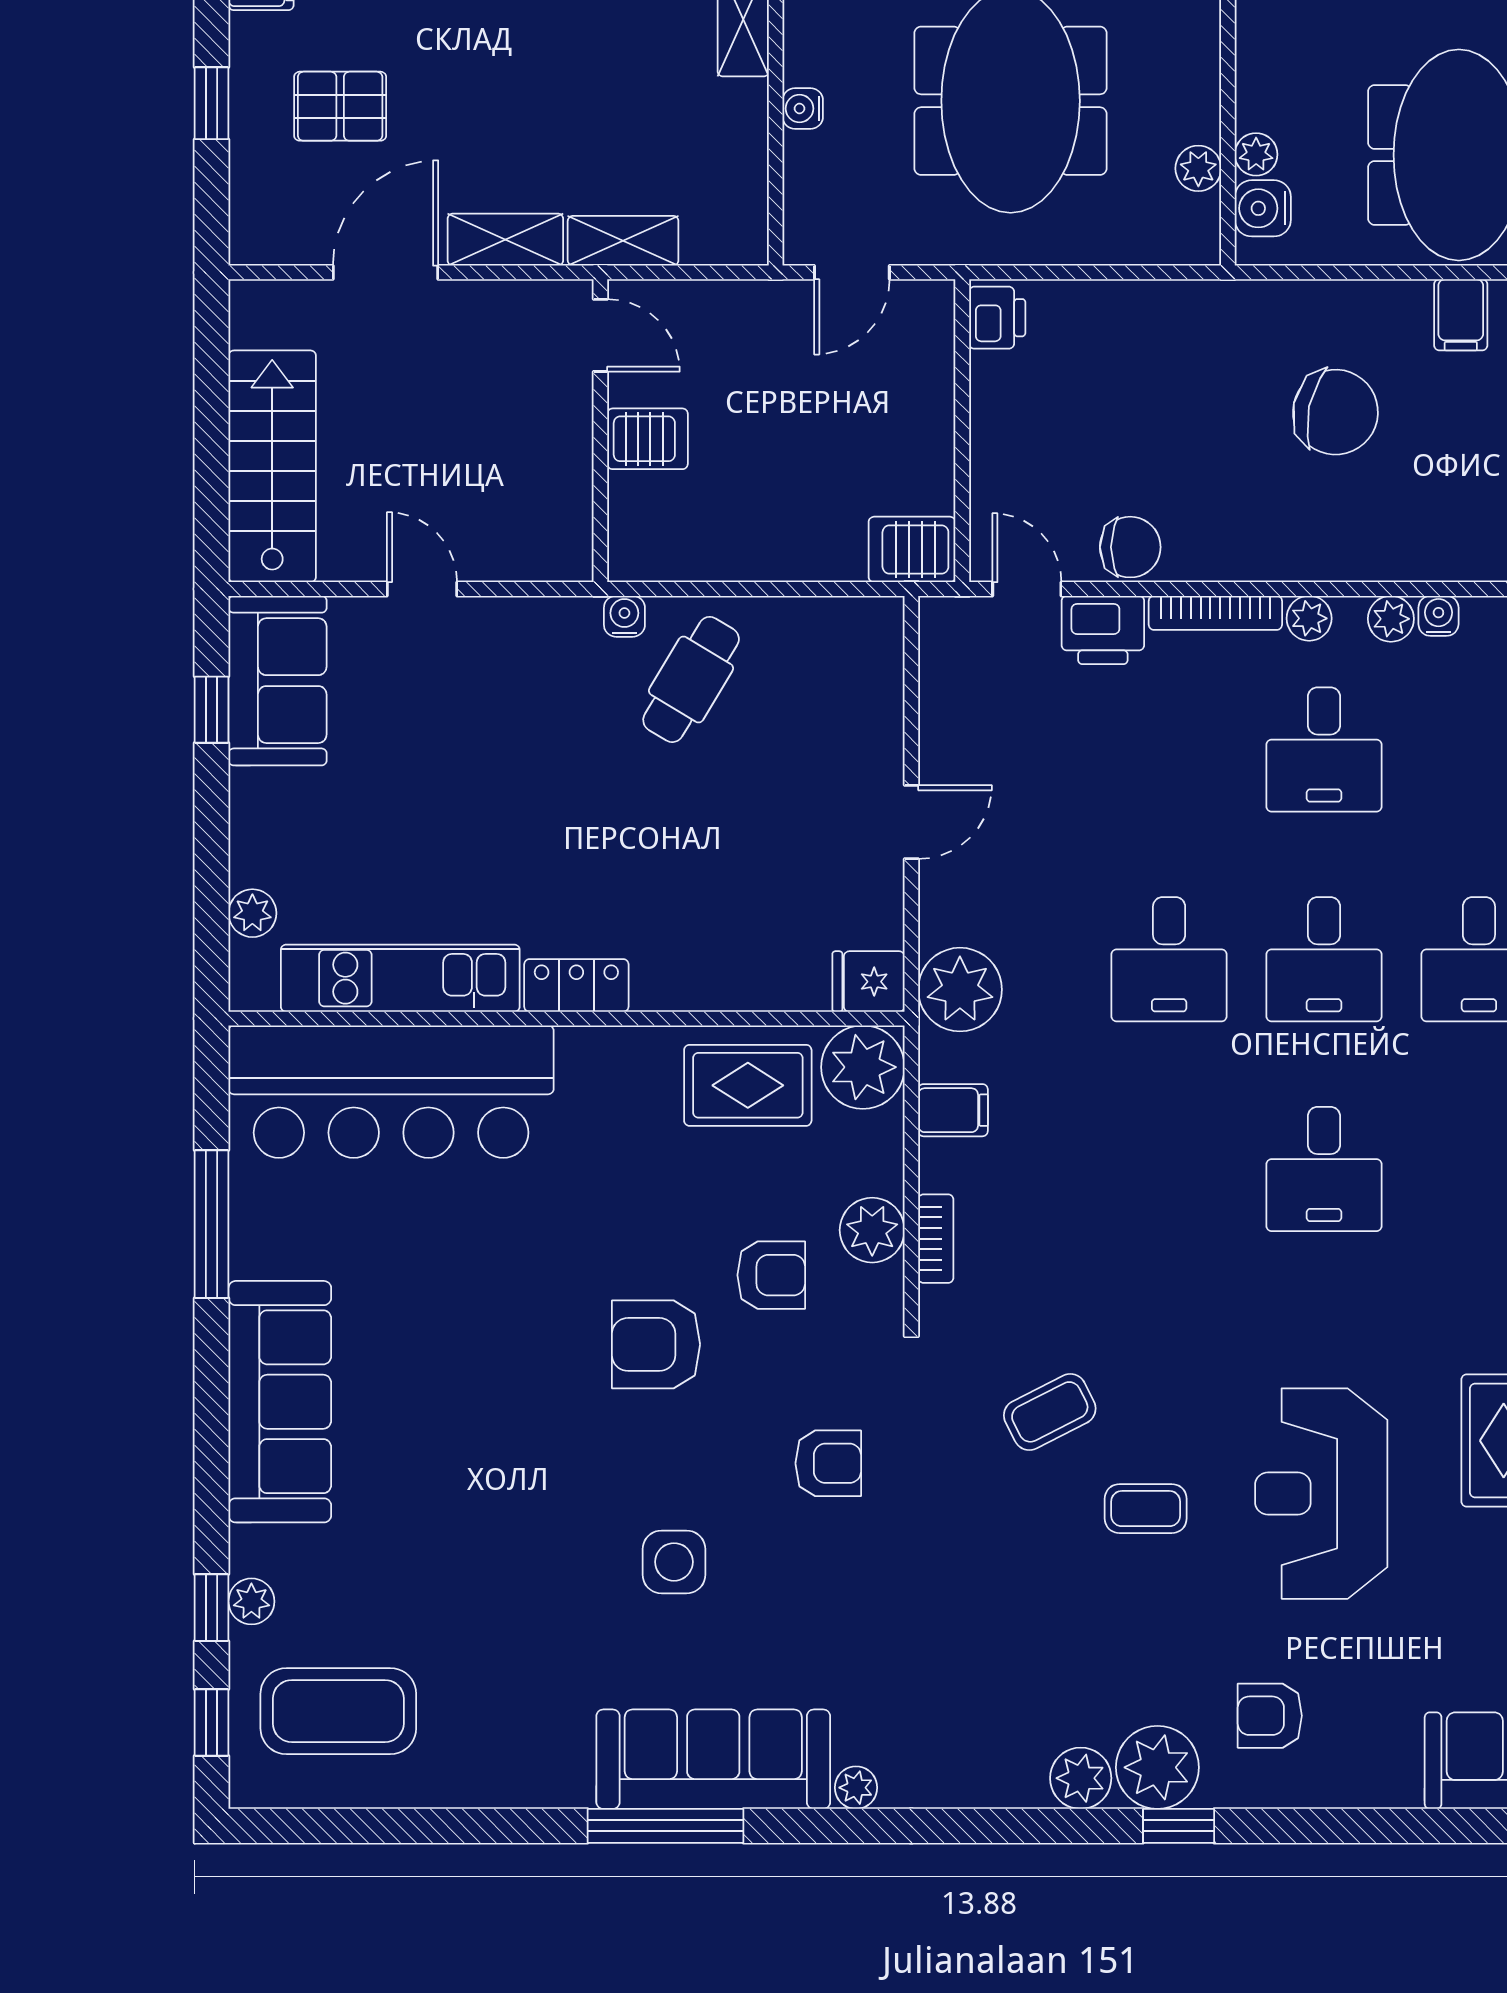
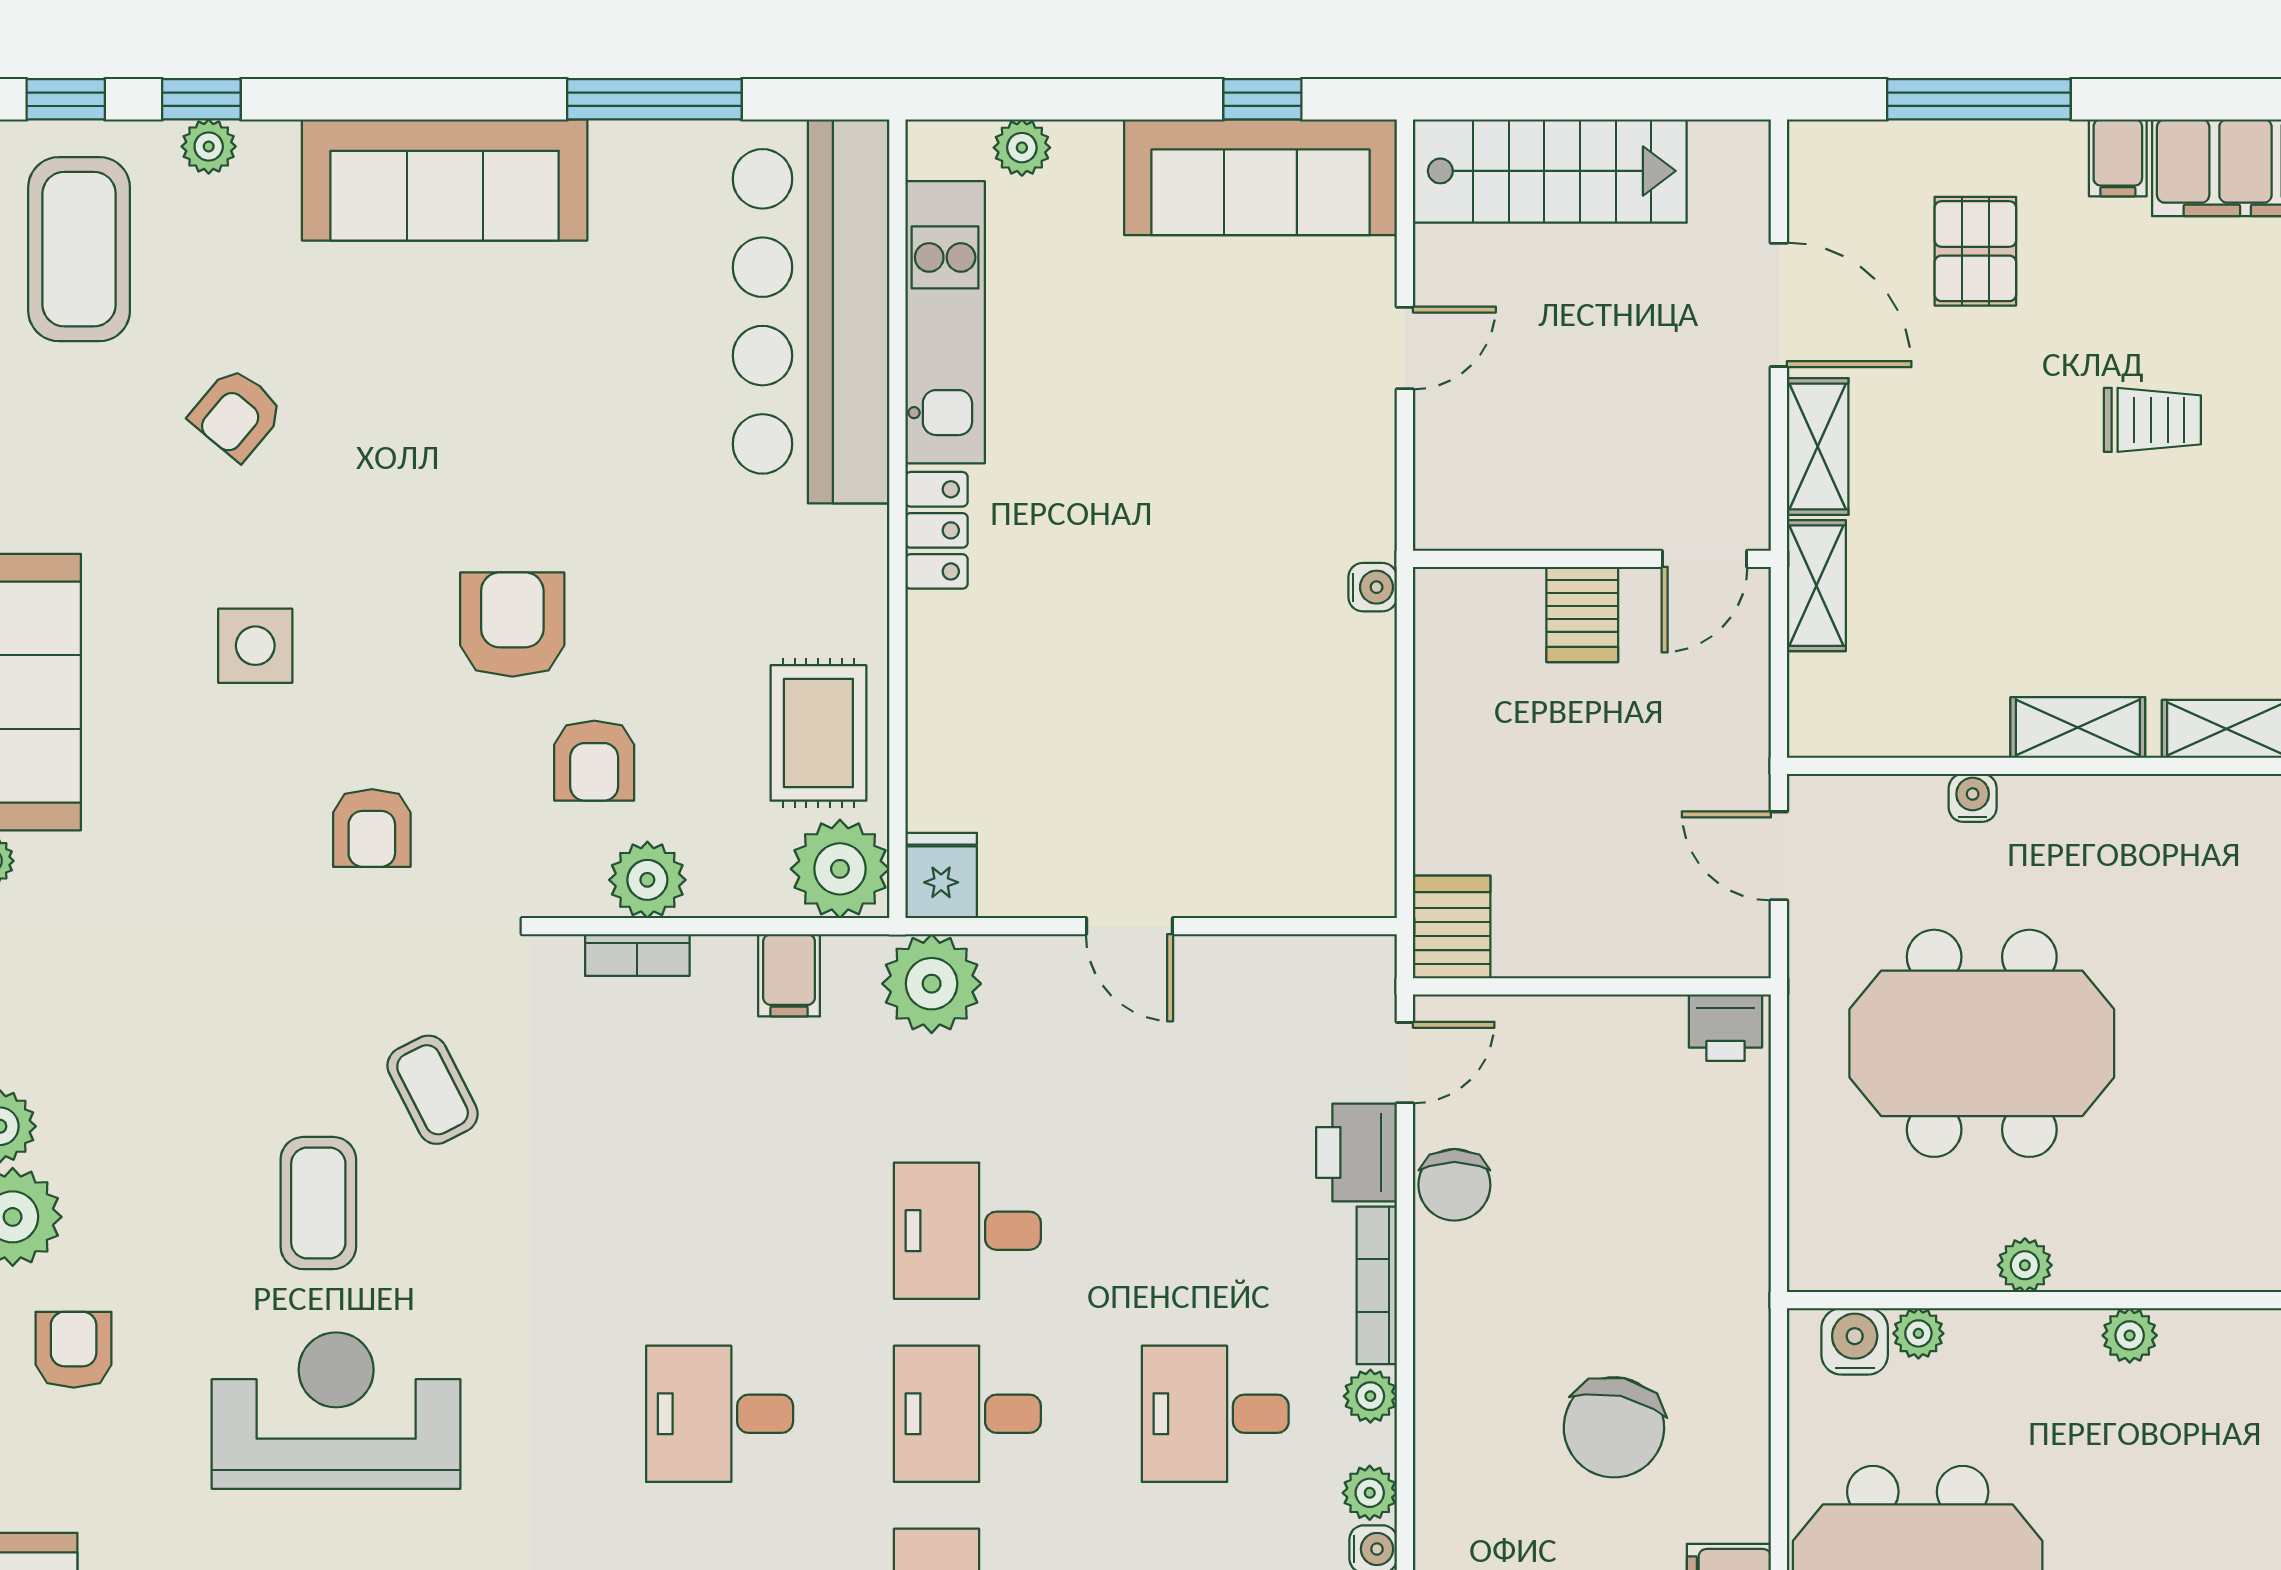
window: (212, 103) -> (1979, 99), width x2.17
plant: (1198, 168) -> (2025, 1265), moved
cafe table: (691, 679) -> (1298, 666), removed
sofa: (278, 681) -> (1261, 177), width x1.36
coffee table: (1146, 1509) -> (318, 1203), width x1.36, depth x1.30
armchair: (478, 1578) -> (237, 414), added

